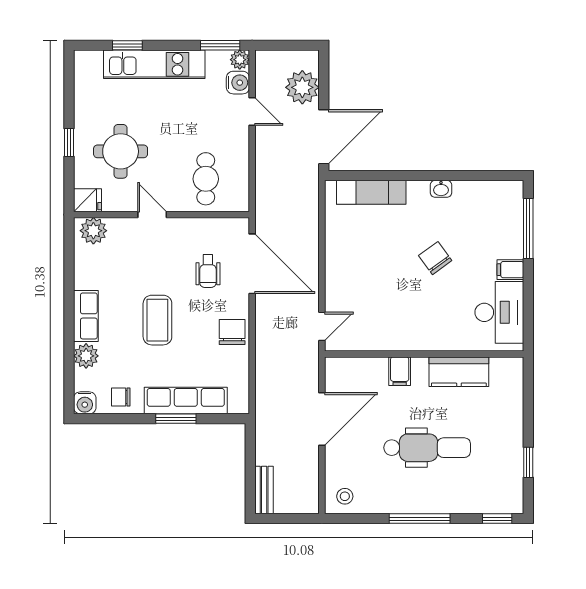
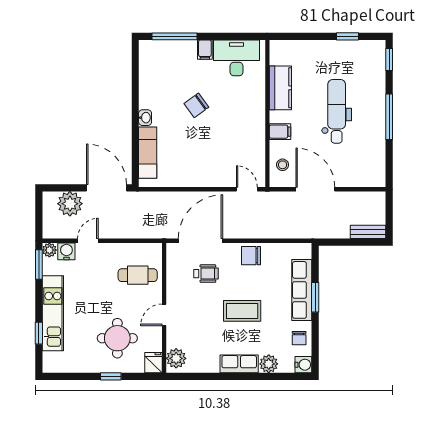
washbasin: (441, 189) -> (145, 118), moved
stool: (345, 496) -> (283, 165), moved

